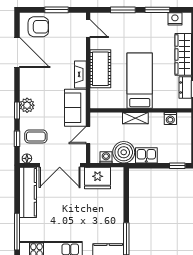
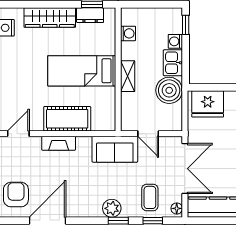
fireplace: (80, 74) -> (59, 143), moved
washing machine: (106, 157) -> (175, 41), moved
fridge: (98, 178) -> (208, 104), moved, turned 90

